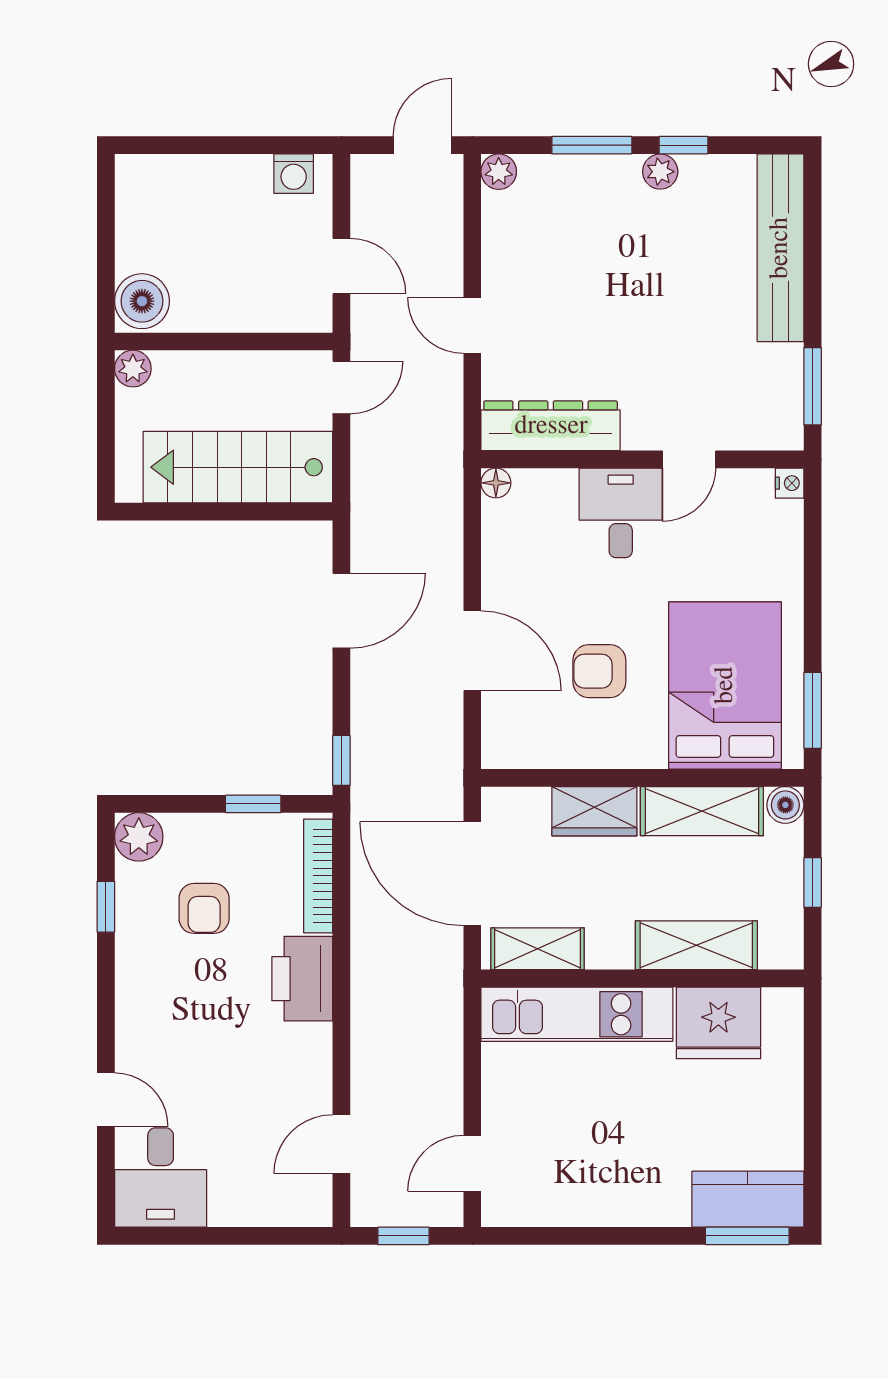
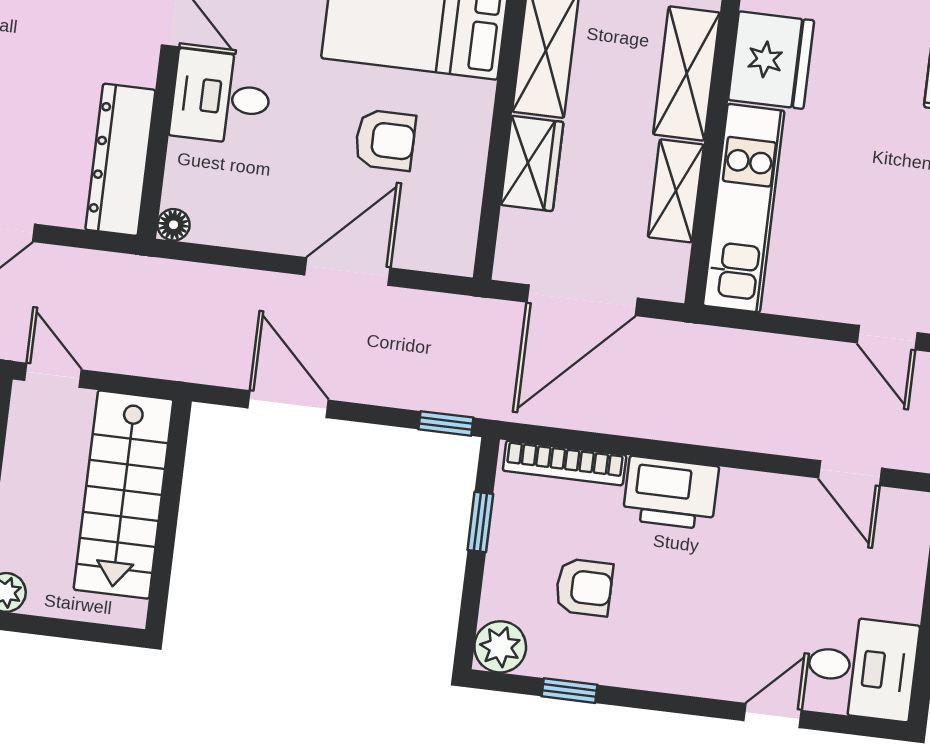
armchair: (599, 671) -> (385, 140), turned -90
shelving: (538, 949) -> (676, 191), moved

